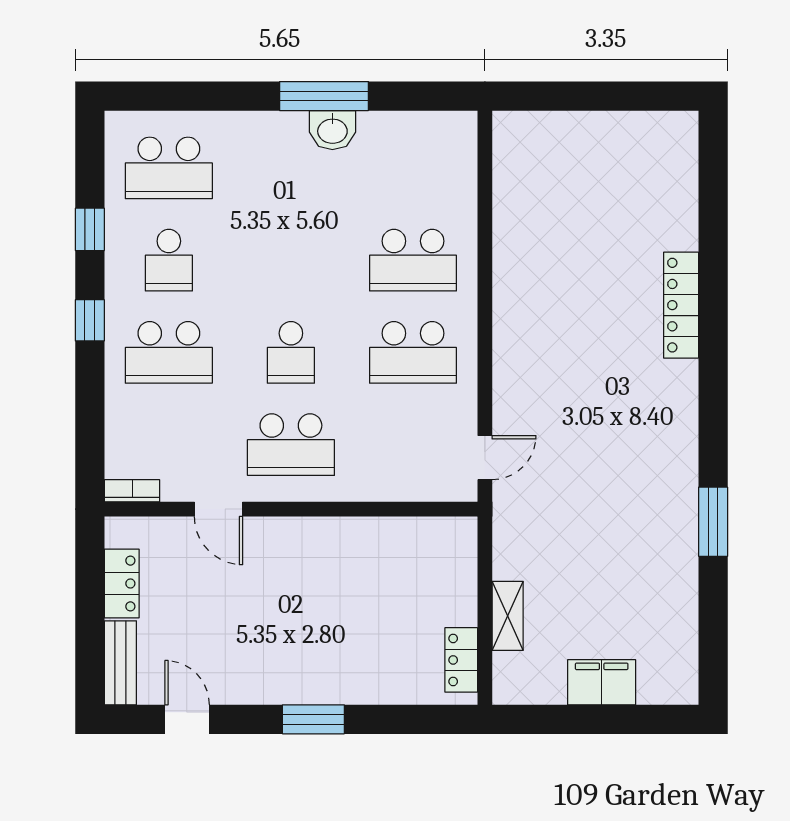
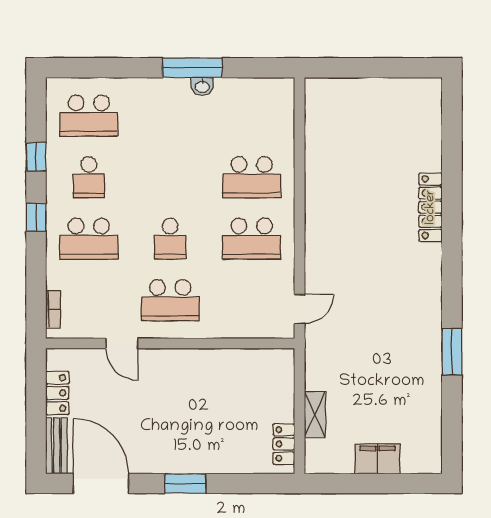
washbasin: (332, 130) -> (202, 86), width x0.72, depth x0.69
bookcase: (132, 491) -> (53, 309), moved, turned 90
door: (187, 719) -> (101, 484), width x1.87

